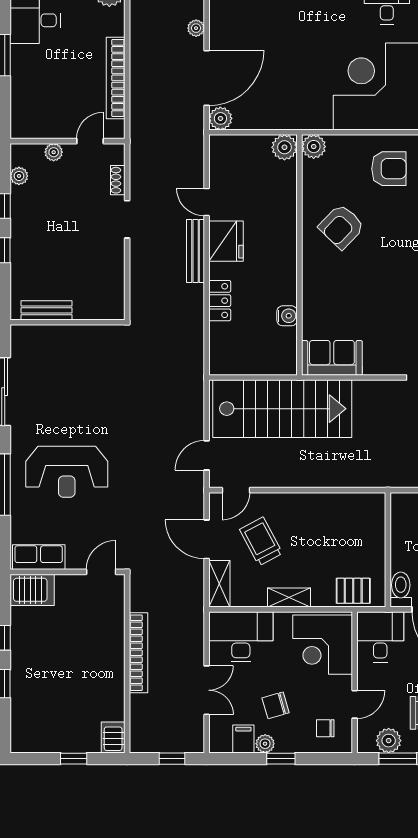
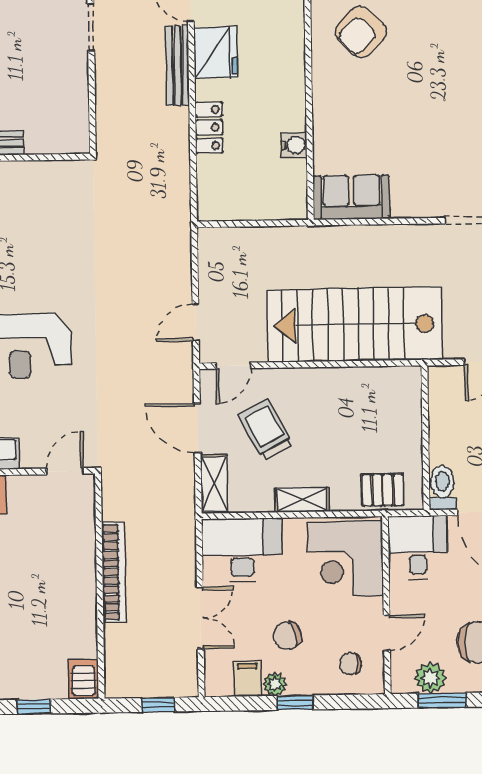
stairs: (282, 409) -> (355, 325), moved, turned 180

